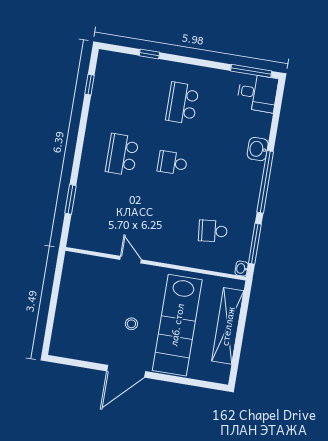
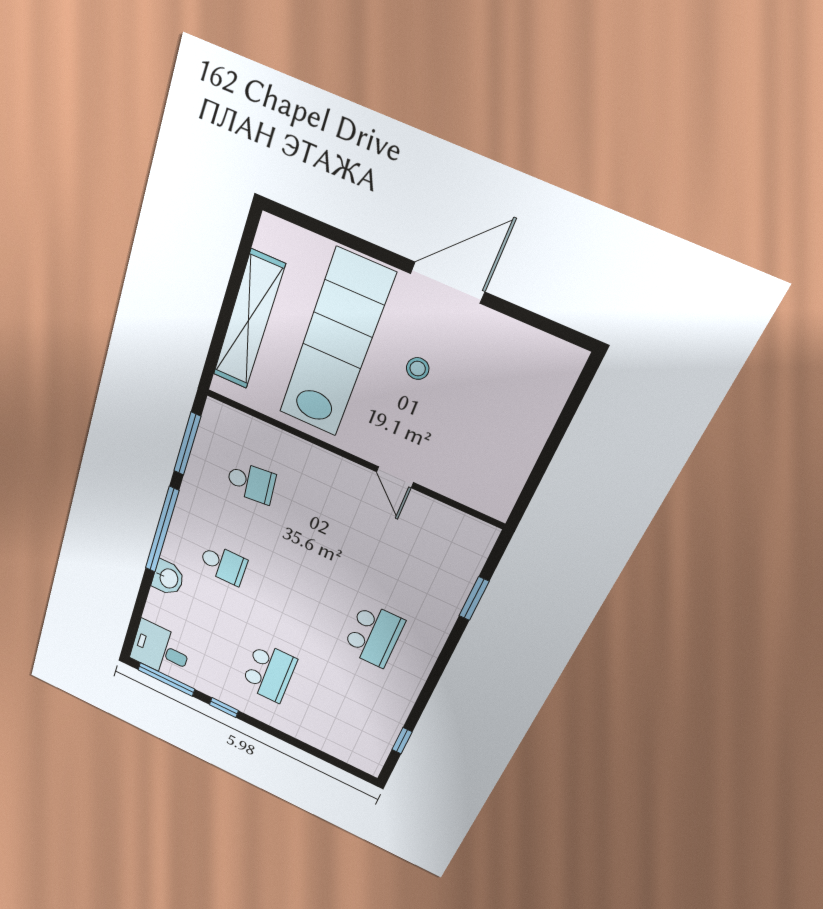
window: (149, 54) -> (224, 708), moved
school desk: (172, 163) -> (223, 564), moved
washbasin: (241, 269) -> (213, 411), removed

